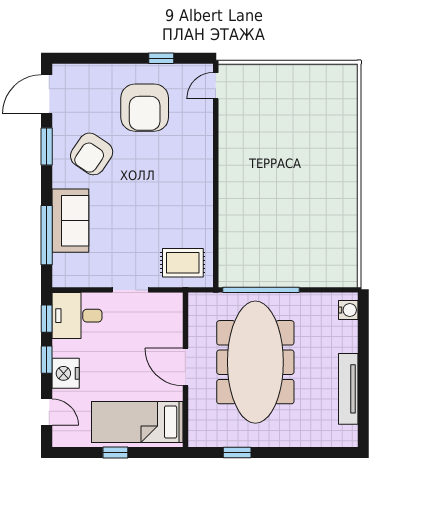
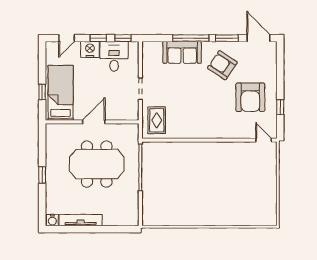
armchair: (145, 108) -> (250, 97), turned -90
window: (47, 235) -> (191, 38), moved
water cooler: (348, 310) -> (52, 220), moved
desk: (77, 316) -> (114, 56), moved
meeting table: (255, 362) -> (97, 164), width x0.73
window: (115, 453) -> (42, 92), moved
window: (237, 453) -> (42, 175), moved

